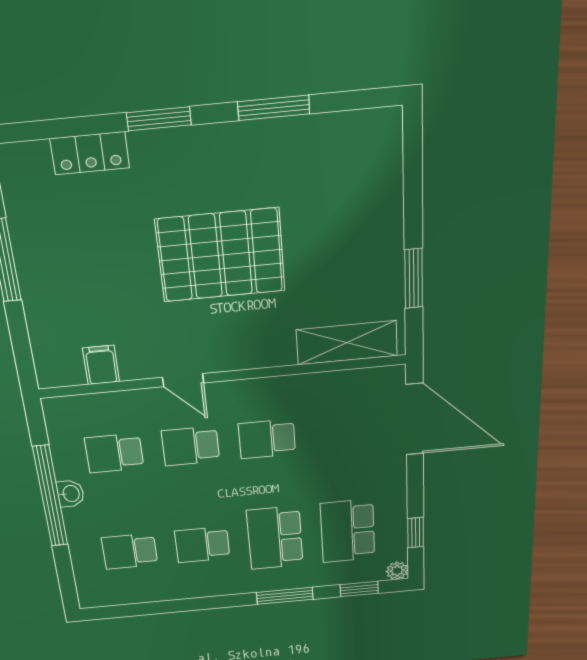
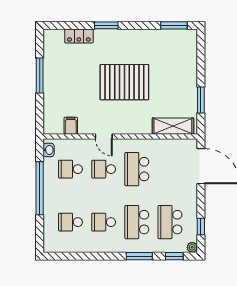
window: (274, 108) -> (174, 25), moved
school desk: (267, 439) -> (137, 169), width x1.85
washbasin: (70, 494) -> (49, 150), moved

